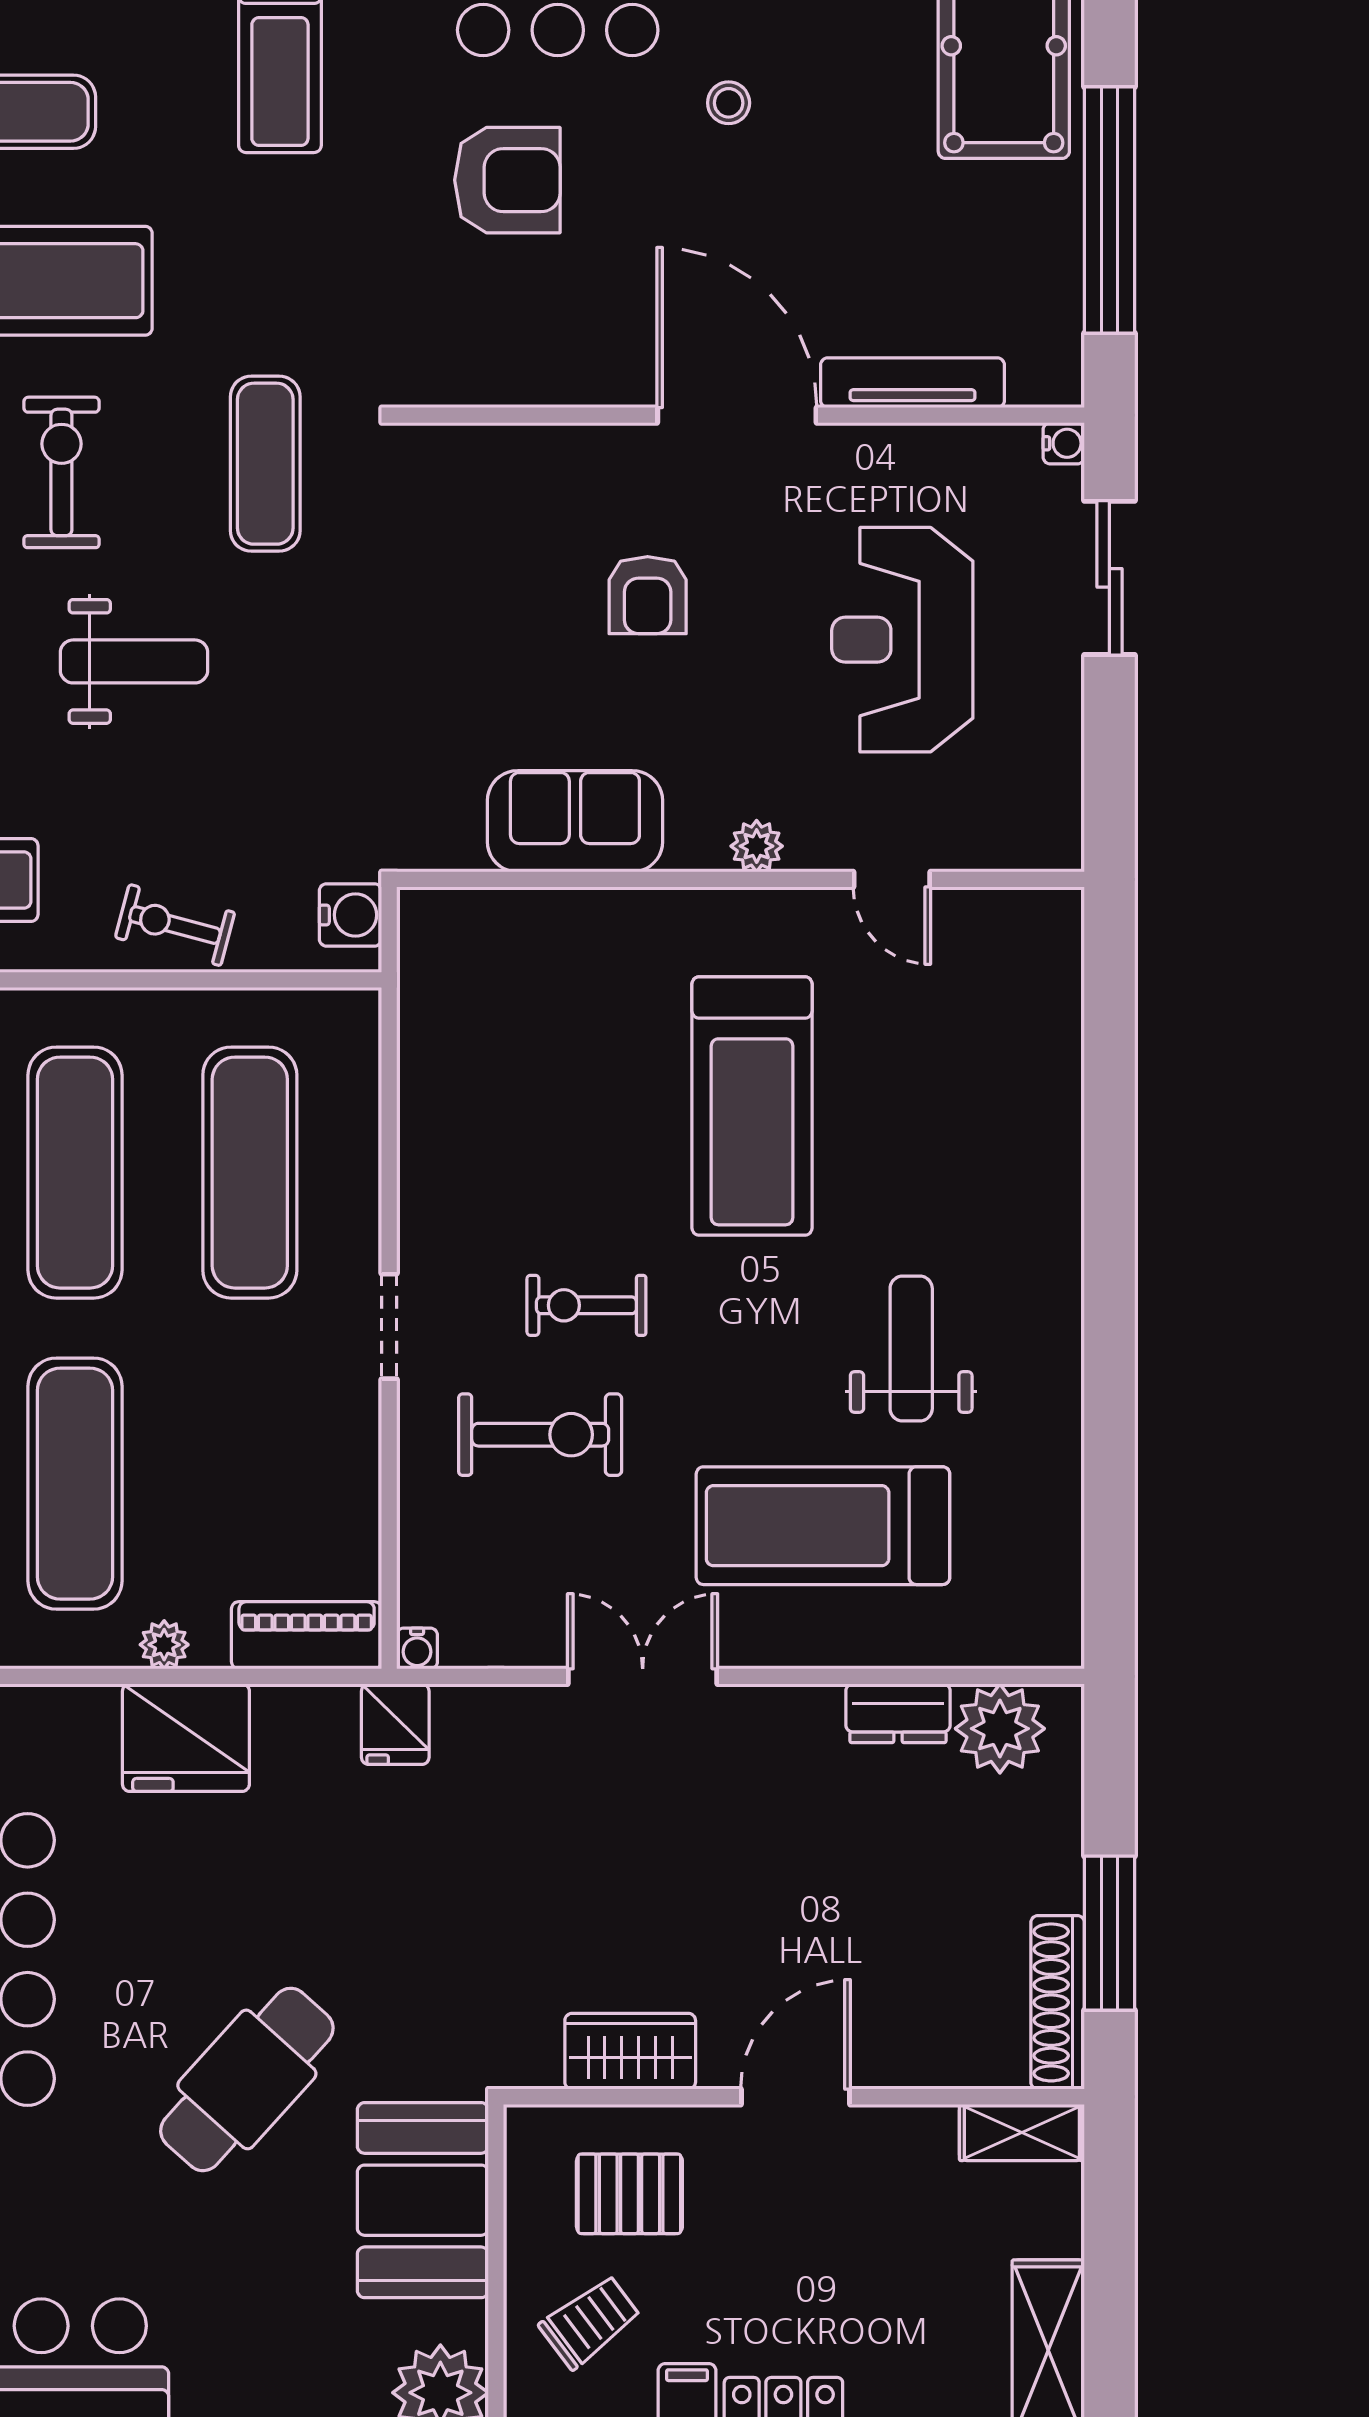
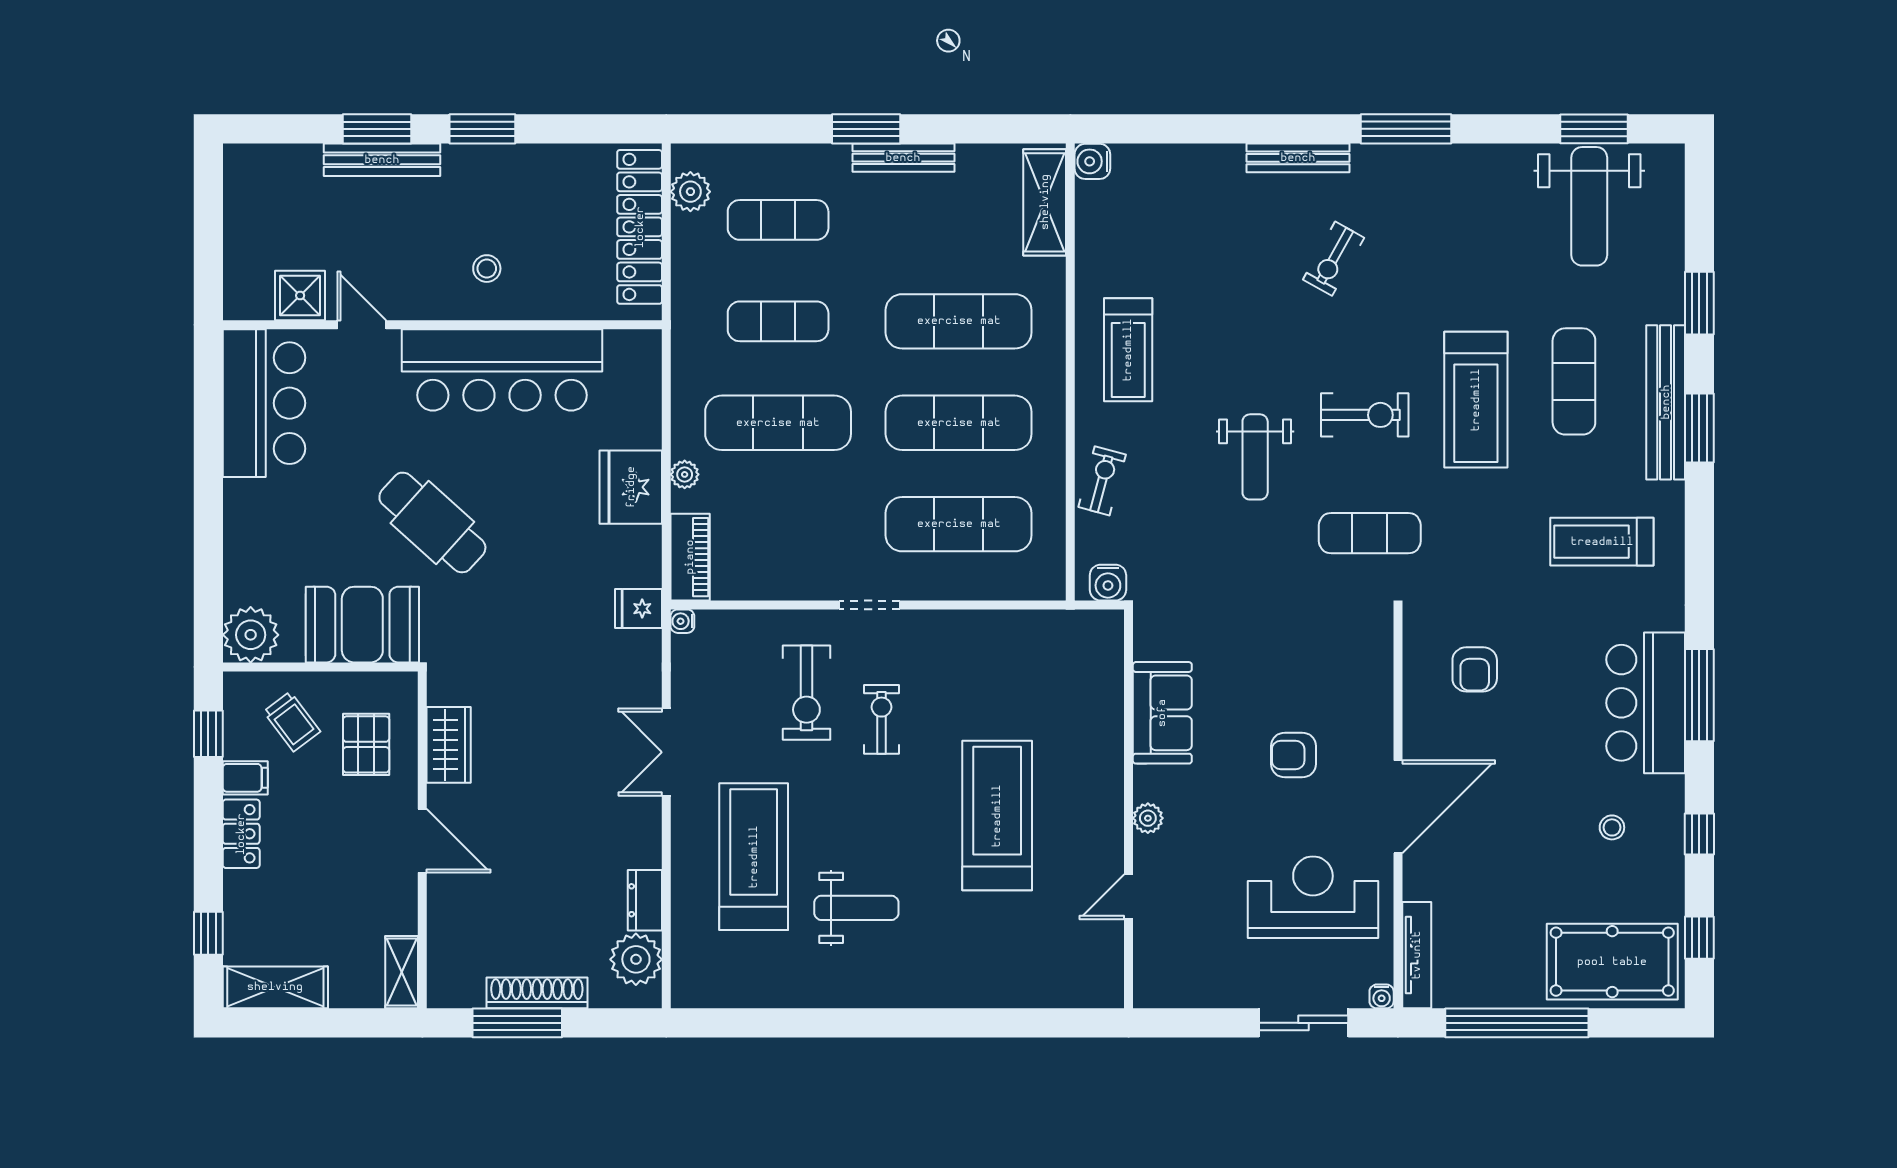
stool: (729, 103) -> (1612, 827), moved
armchair: (507, 180) -> (1475, 669), moved, width x0.72, depth x0.72
tv unit: (912, 383) -> (1417, 955), moved
reception desk: (902, 640) -> (1313, 897), moved
treadmill: (752, 1106) -> (997, 816), turned 90
double door: (643, 1676) -> (666, 752), swing flipped
shoe rack: (1058, 2002) -> (537, 993), moved

